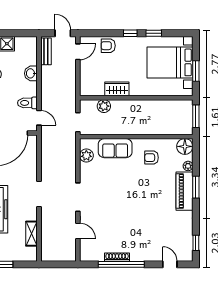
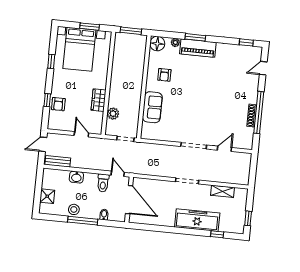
window: (130, 33) -> (47, 100), moved
door: (78, 52) -> (81, 134), moved
door: (39, 118) -> (118, 174), hinge flipped
plant: (86, 156) -> (156, 134), removed

